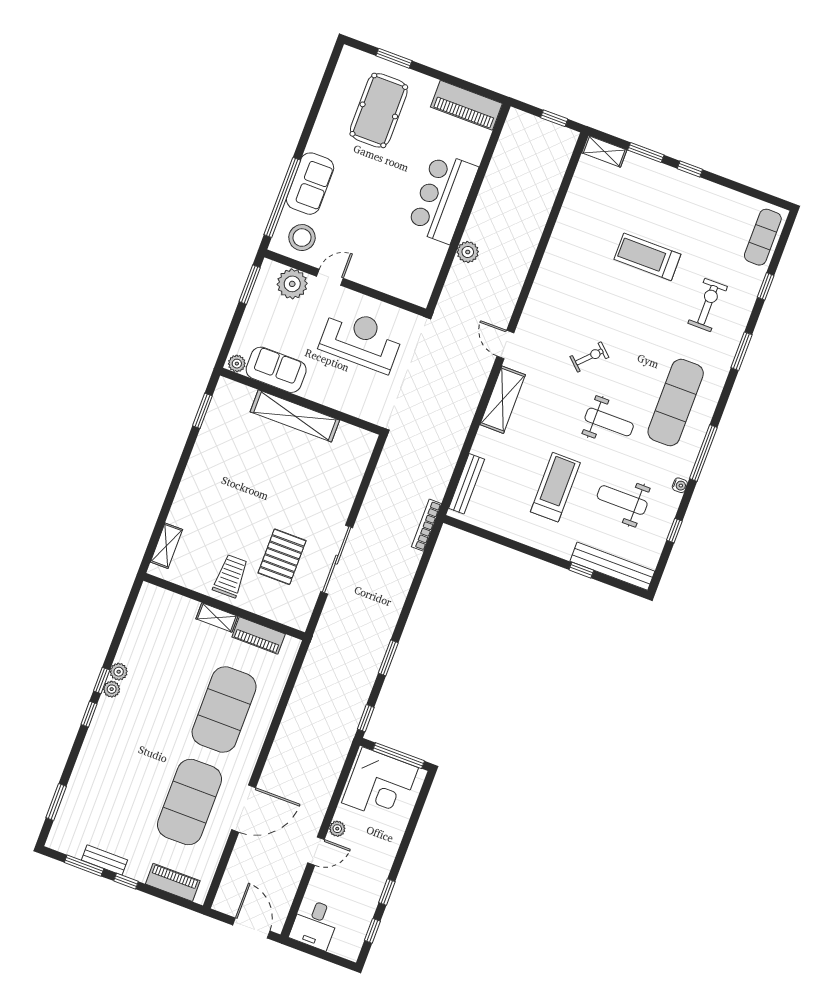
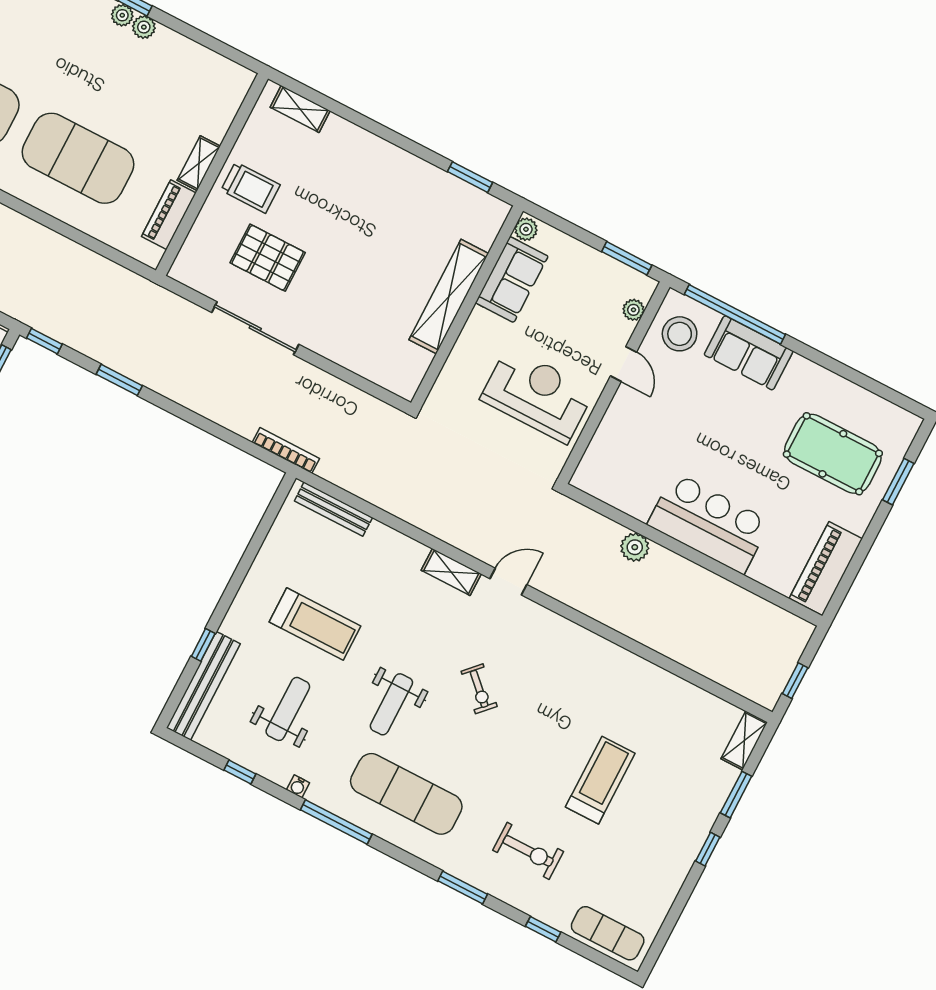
plant: (292, 284) -> (633, 310), width x0.53, depth x0.53
reception desk: (361, 340) -> (537, 395), turned -90
shelving: (503, 400) -> (451, 572), width x0.67, depth x0.75

